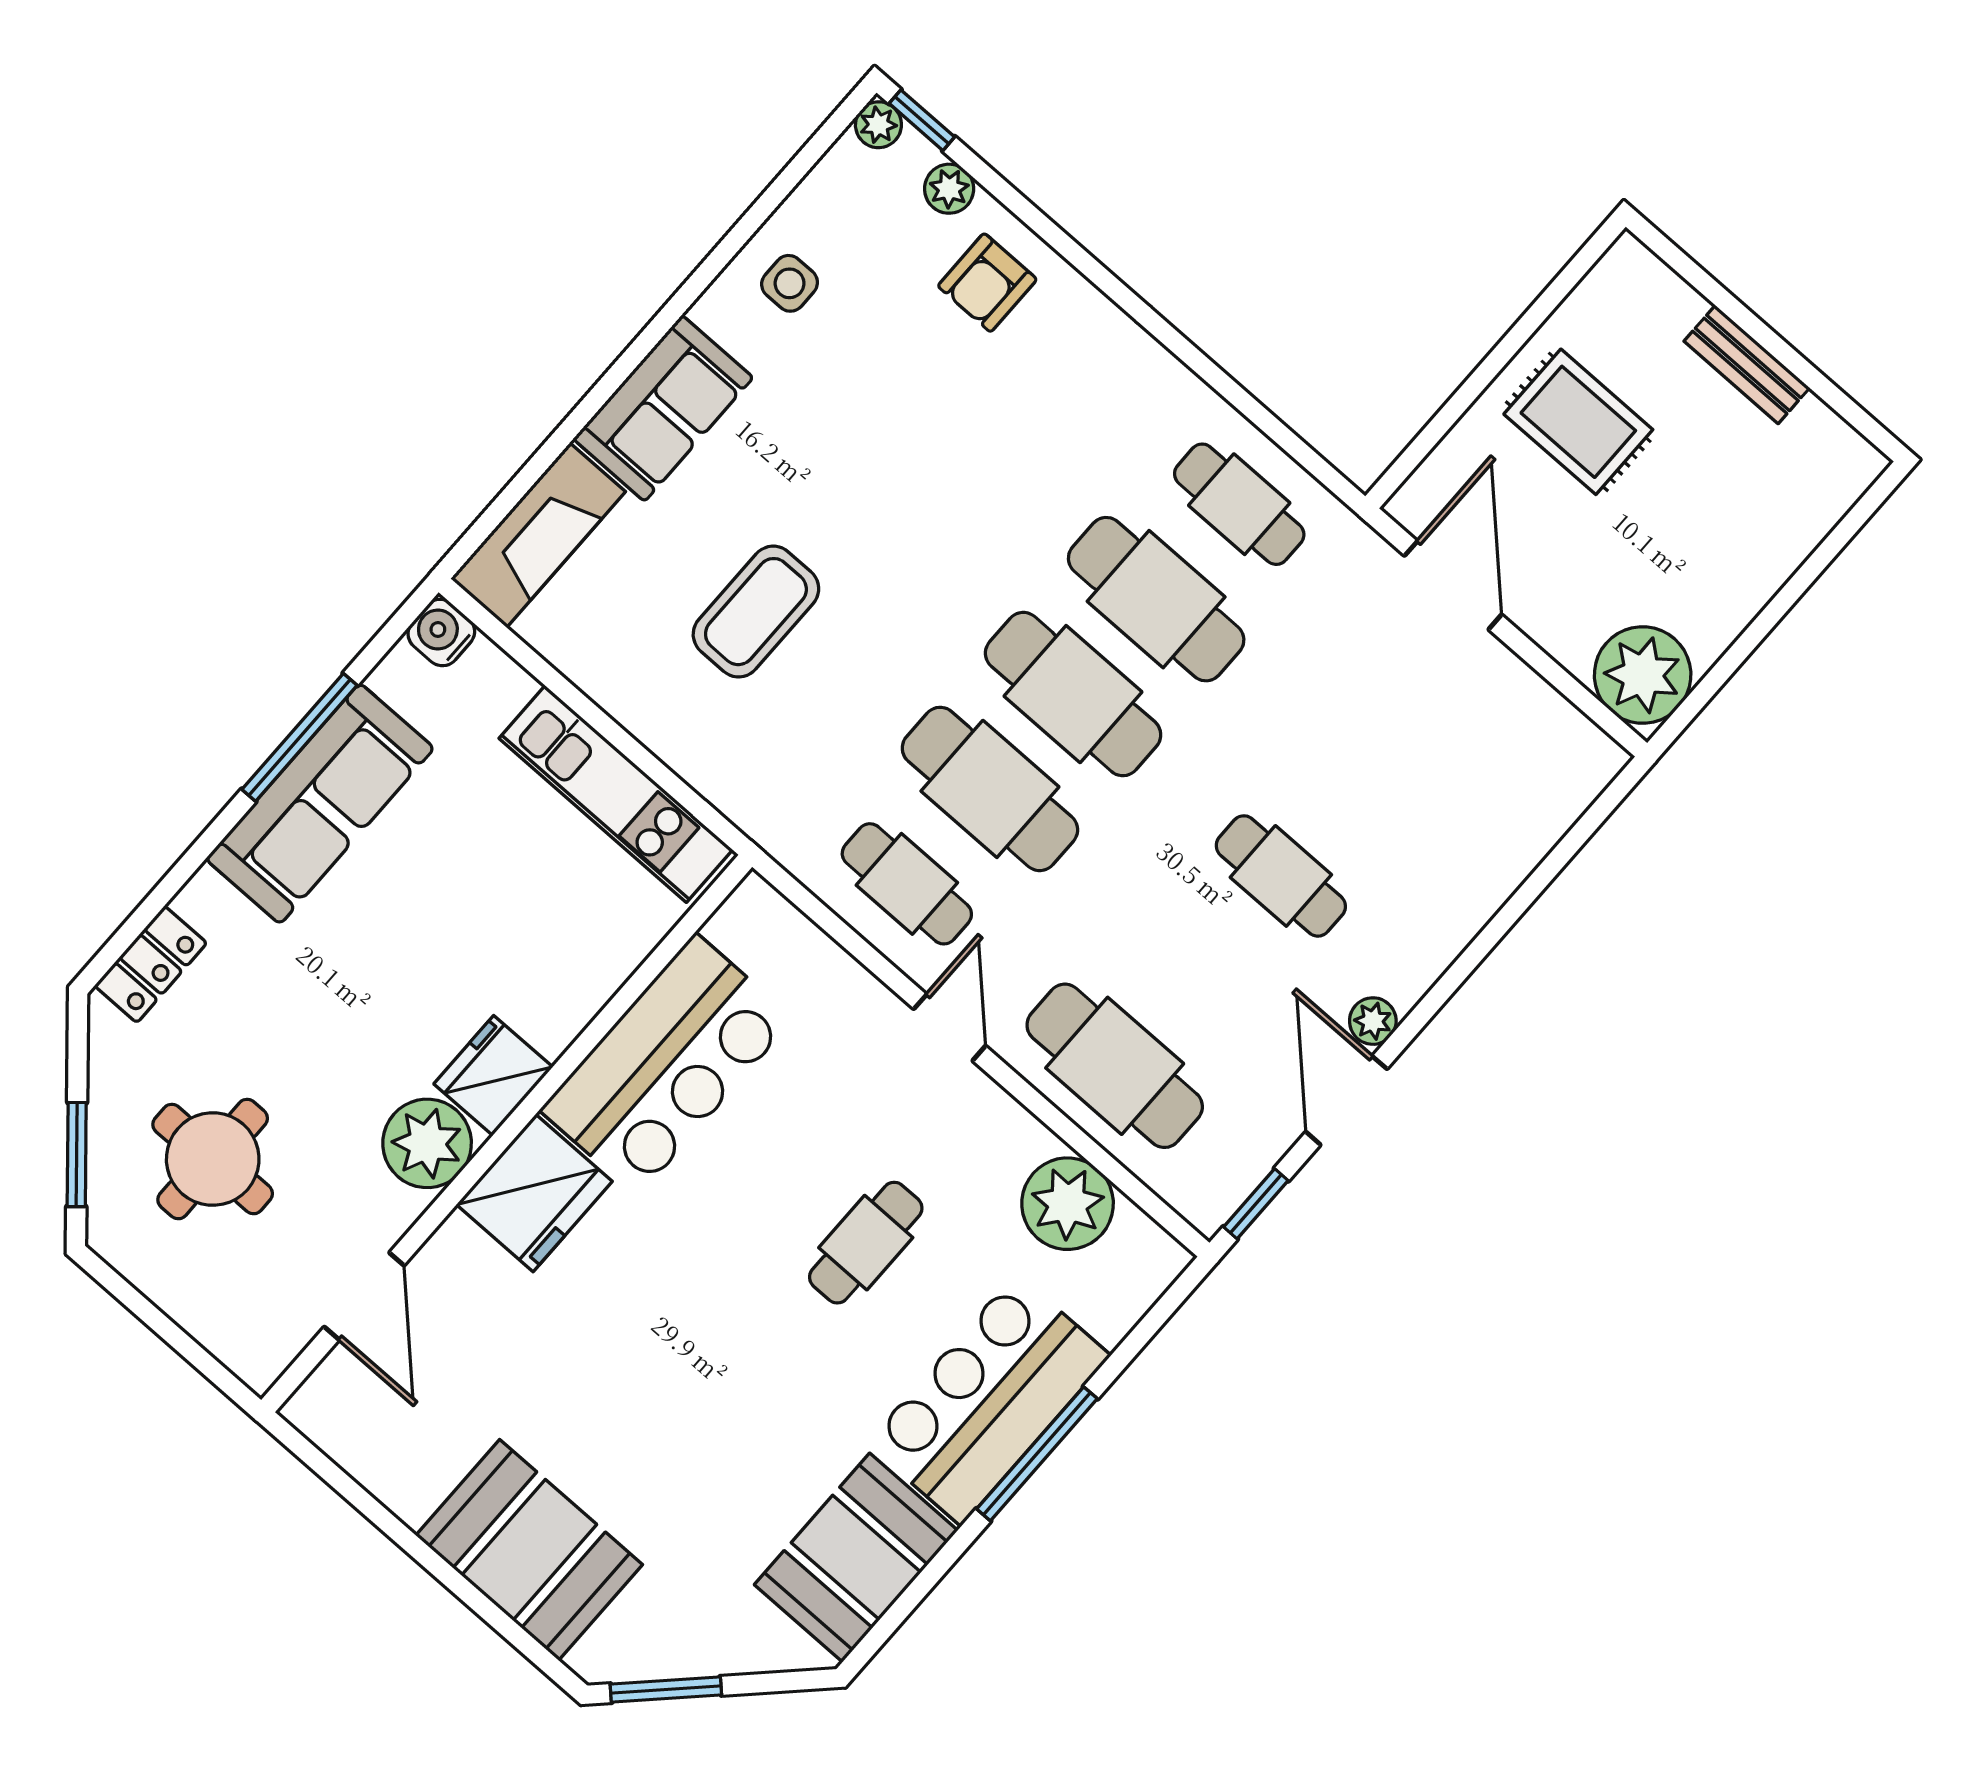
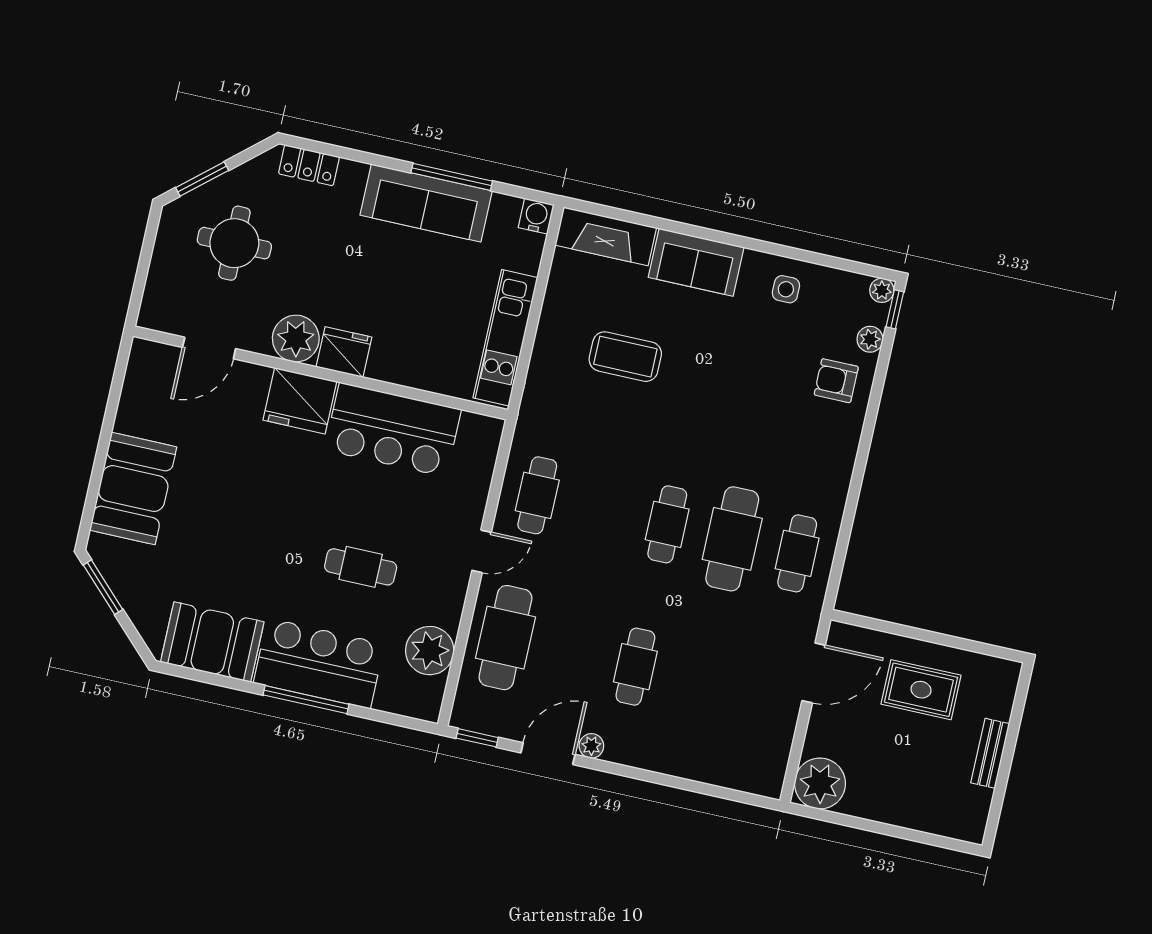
rug: (1578, 422) -> (921, 690), turned 90
cafe table: (1073, 694) -> (667, 524), width x0.73, depth x0.74
cafe table: (990, 789) -> (602, 510), removed

